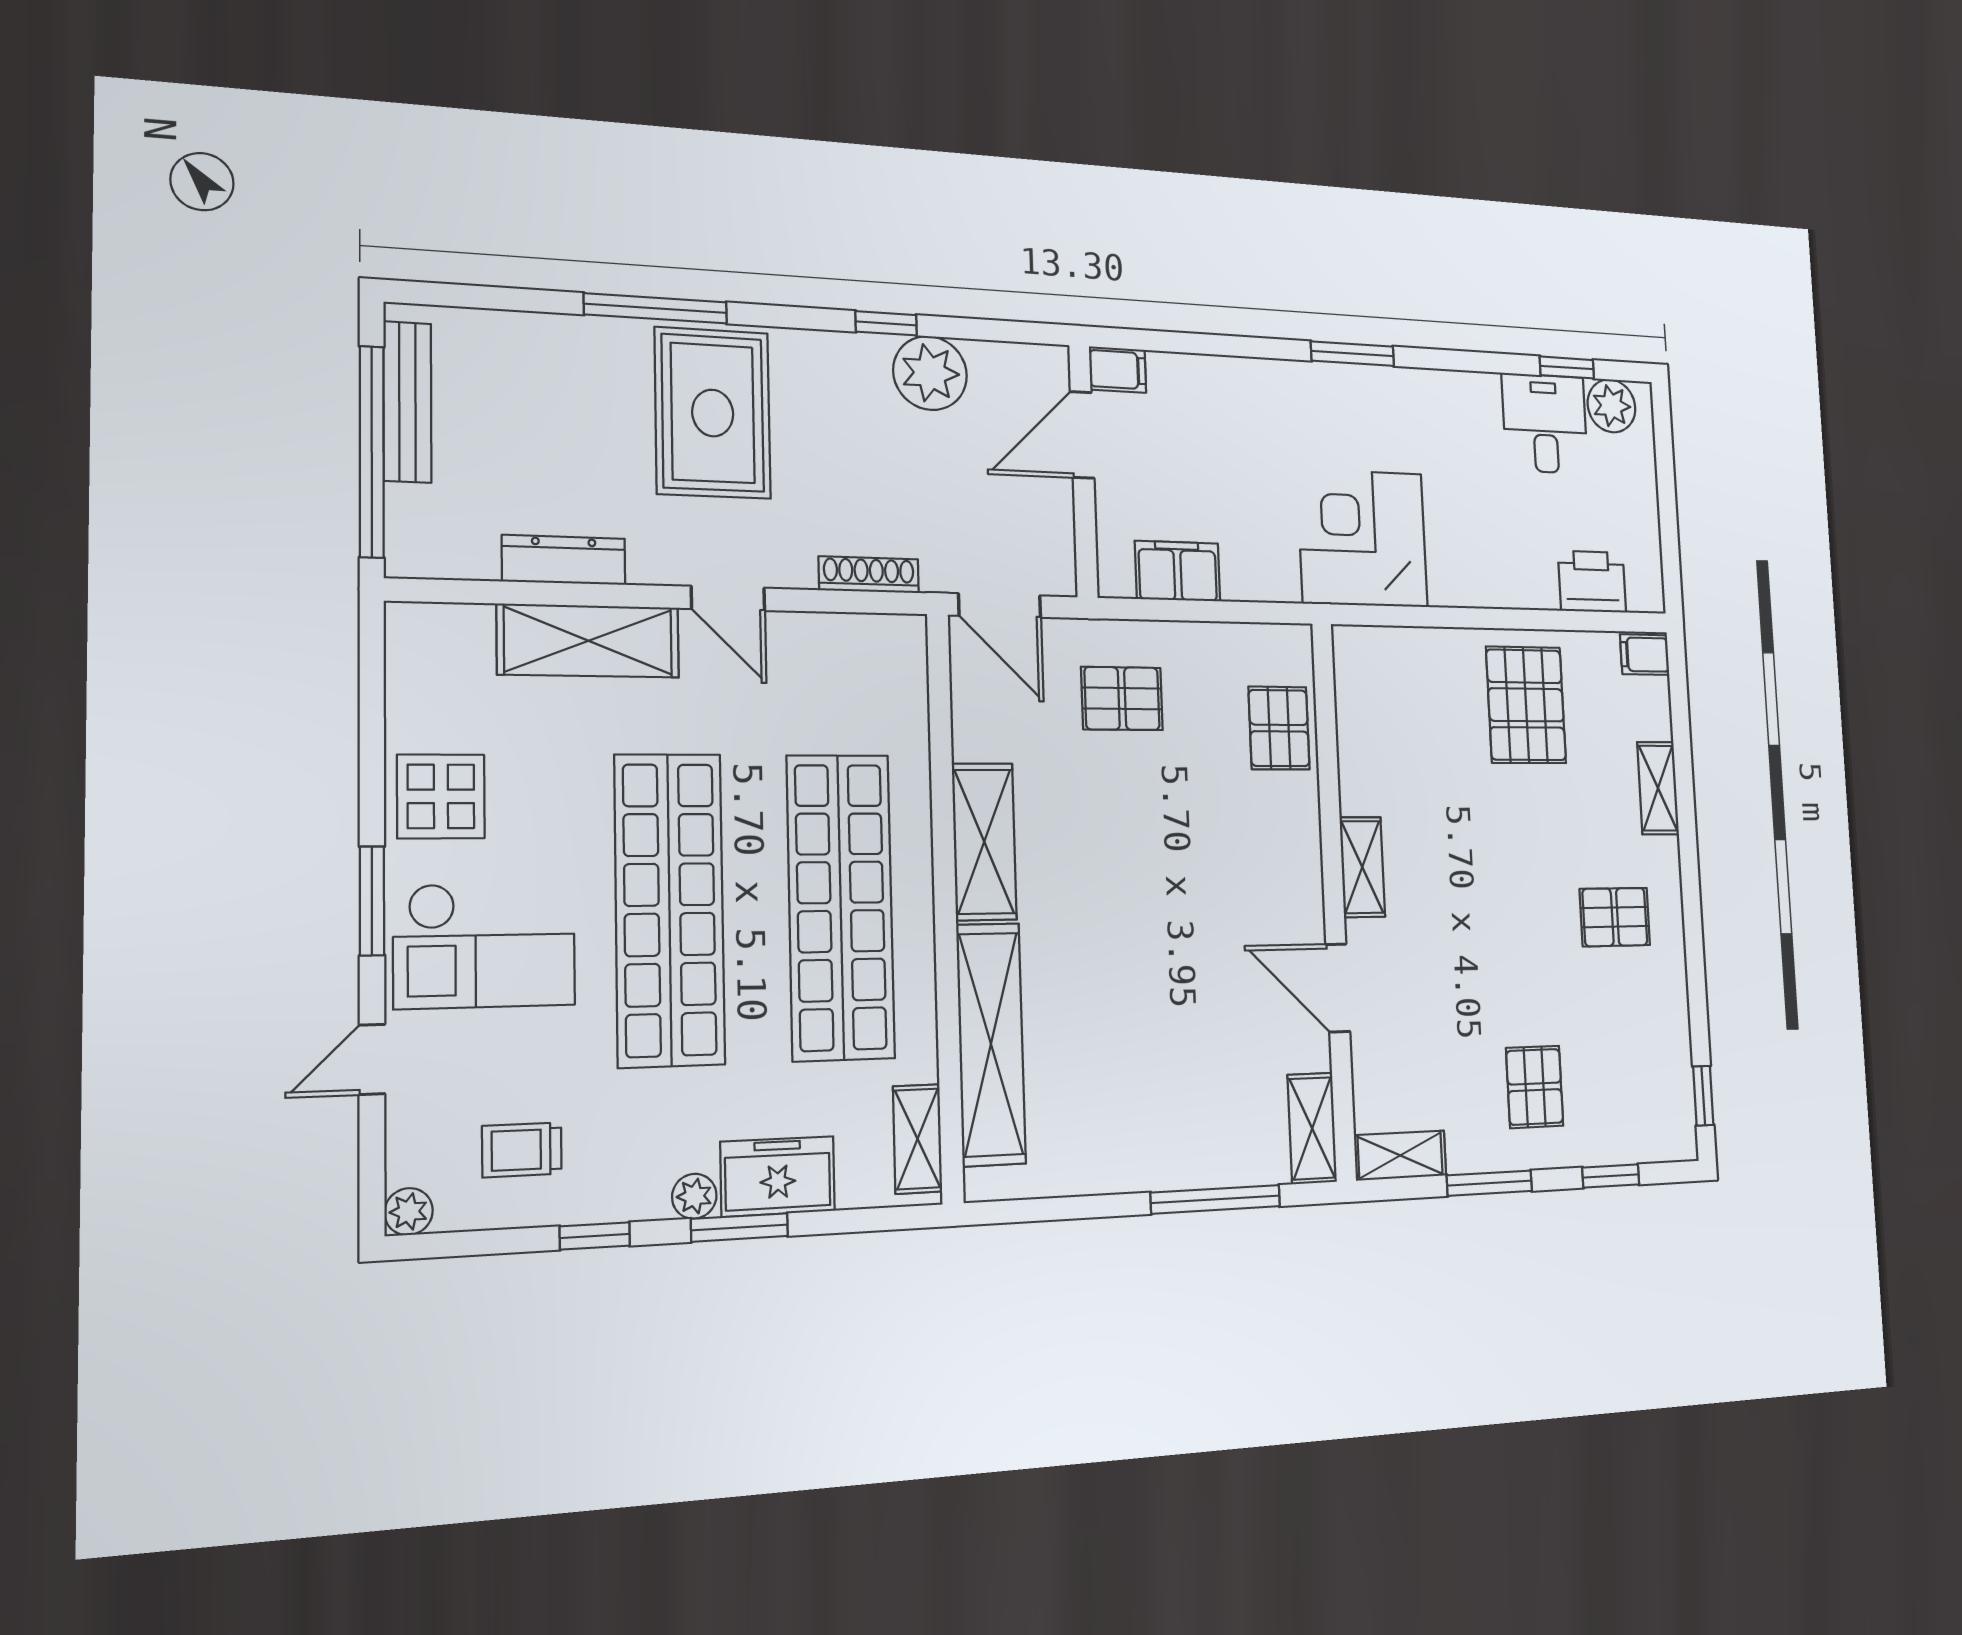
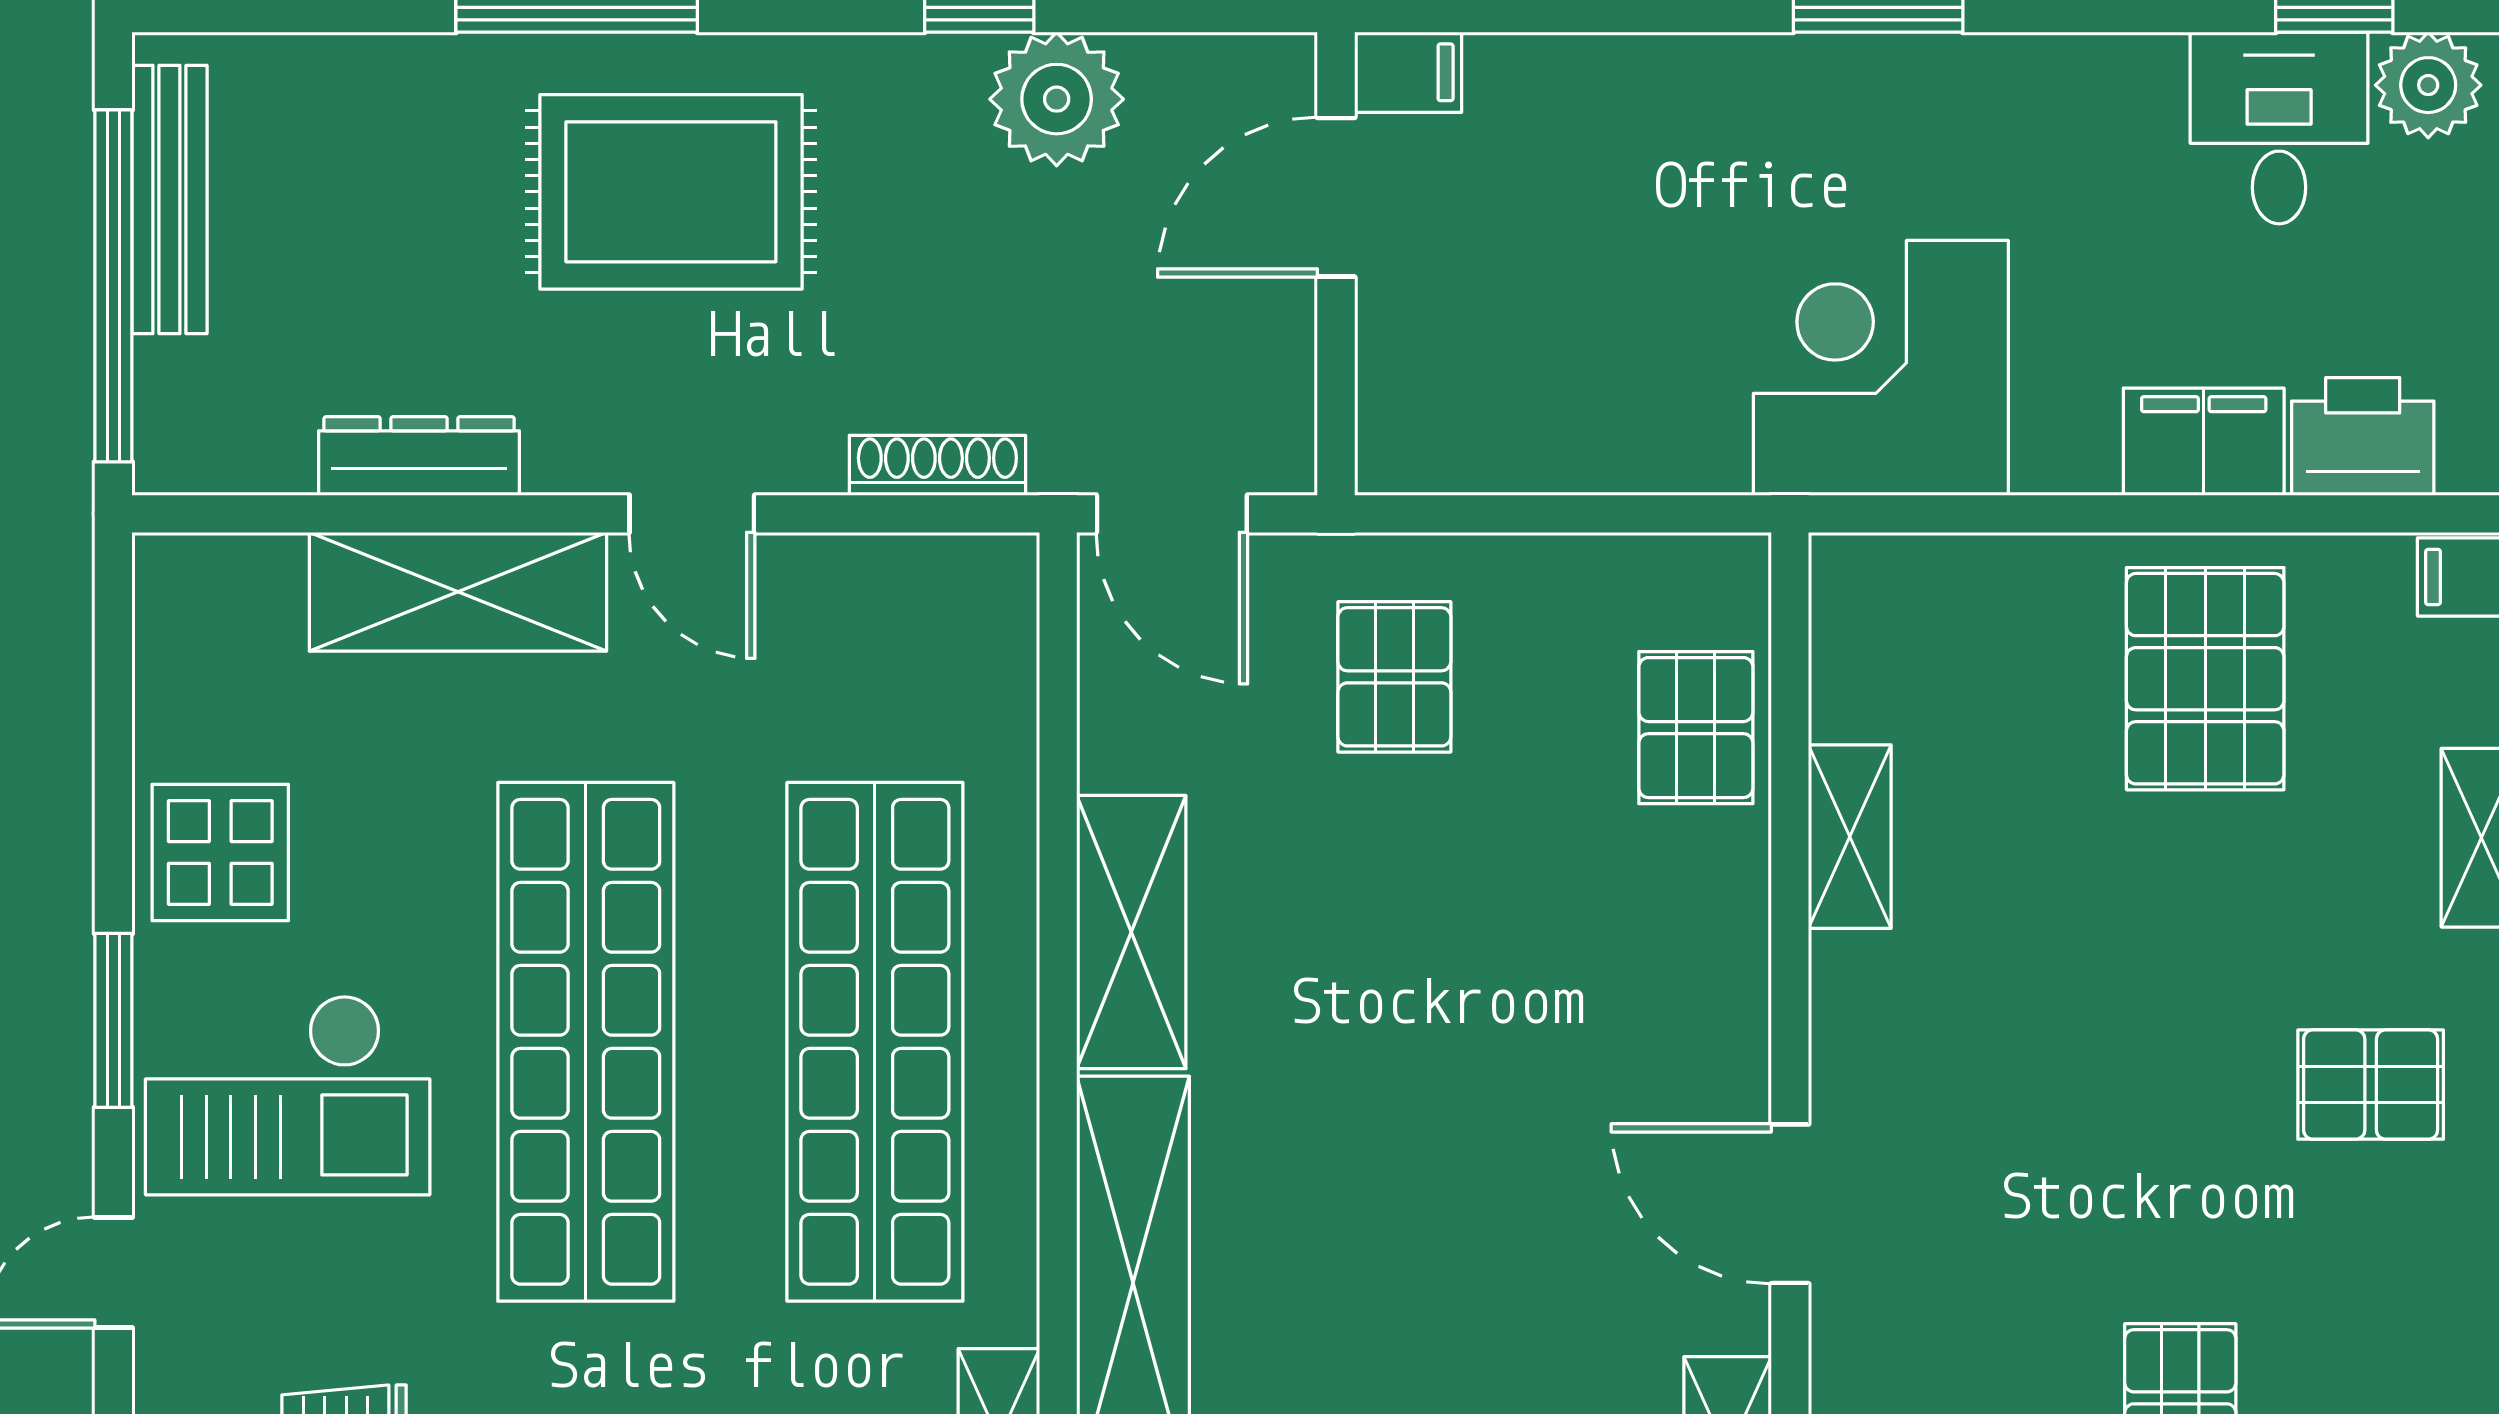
rug: (713, 413) -> (671, 192), turned 90
filing cabinet: (1178, 571) -> (2204, 442), moved
pallet: (1122, 698) -> (1394, 677), turned 90
shelving: (1362, 867) -> (1850, 837), moved

